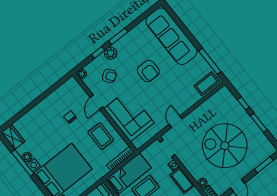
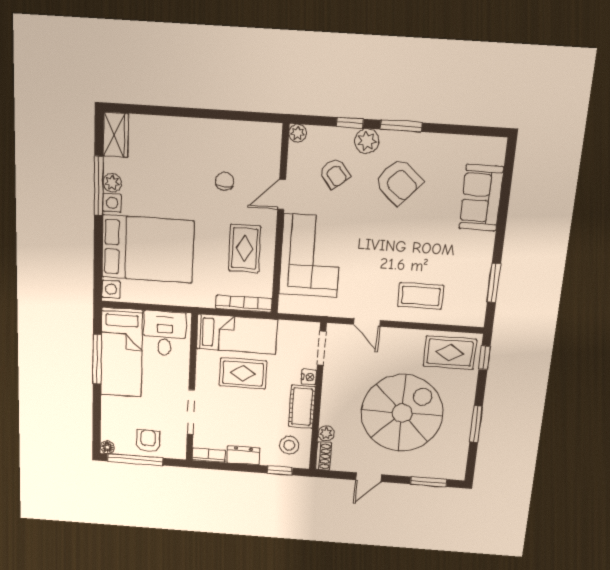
sofa: (171, 36) -> (481, 198), width x0.54, depth x0.79
window: (210, 61) -> (494, 283), width x0.69
armchair: (148, 71) -> (398, 181), moved, turned -48
coffee table: (207, 84) -> (421, 296), moved
window: (243, 103) -> (484, 358), moved
rug: (220, 104) -> (450, 353), added
door: (176, 122) -> (367, 322), swing flipped
spiral stairs: (225, 146) -> (402, 413), turned 90

